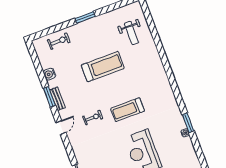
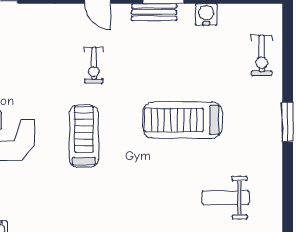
treadmill: (103, 67) -> (183, 120), turned 90

